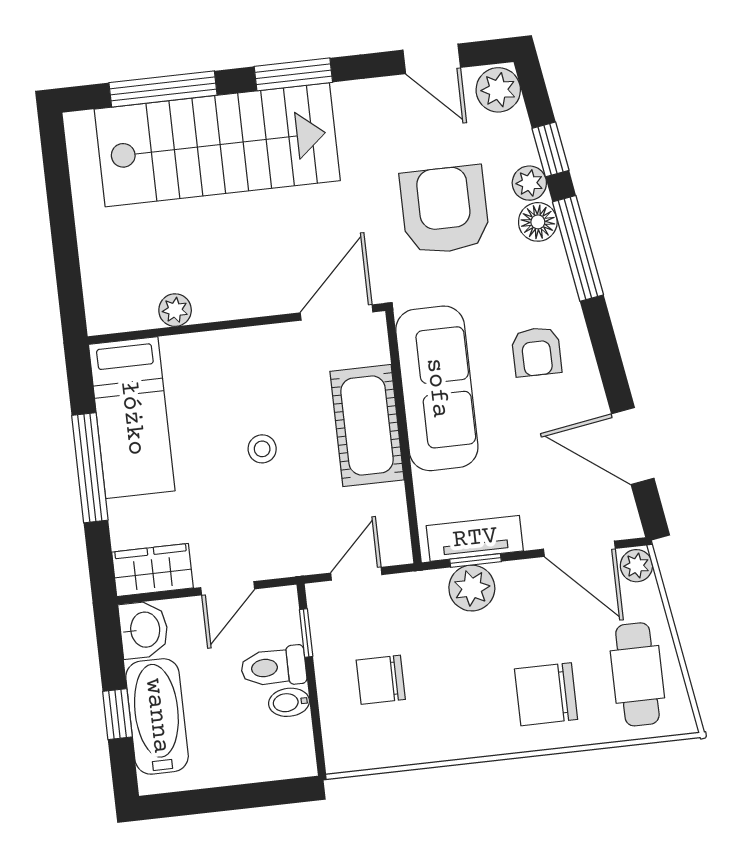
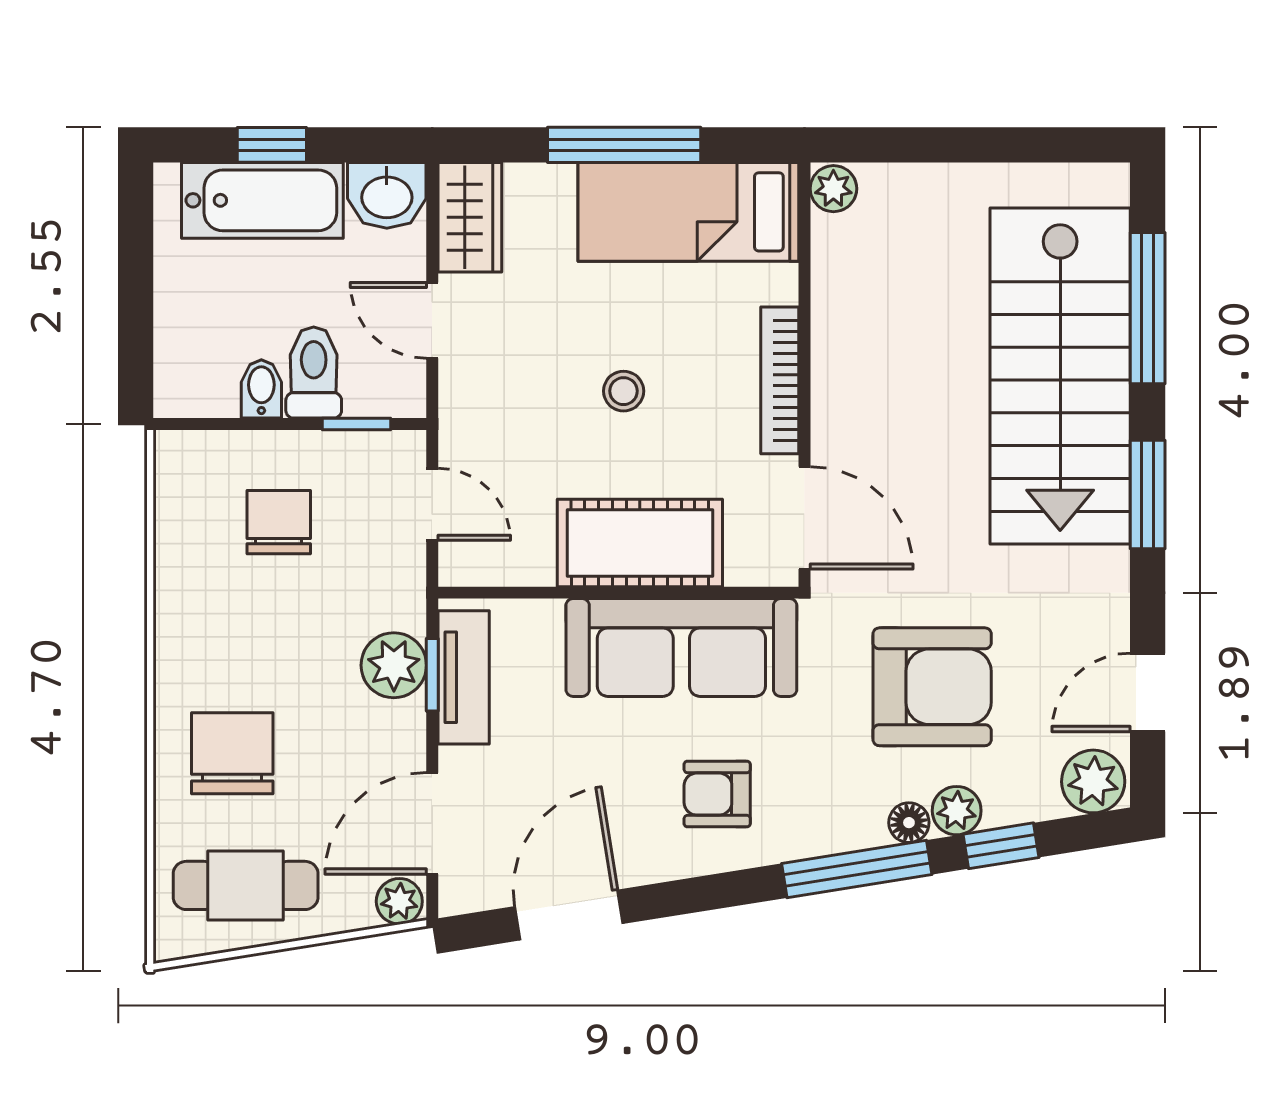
floor lamp: (538, 222) -> (909, 823), width x0.73, depth x0.73
plant: (175, 310) -> (833, 189), moved
bookcase: (242, 340) -> (780, 380), added

